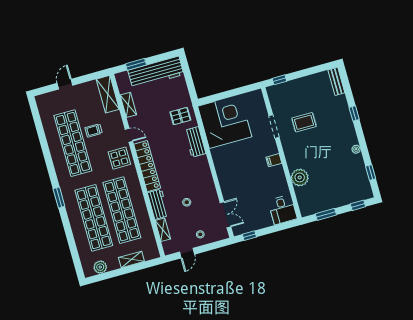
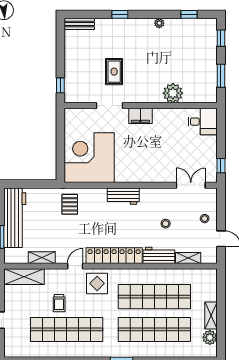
workbench: (195, 142) -> (123, 196), moved
filing cabinet: (274, 160) -> (140, 116), width x2.00
shelving: (131, 259) -> (211, 316), moved

